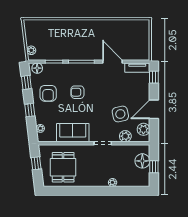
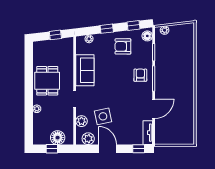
armchair: (77, 92) -> (140, 75), moved
dining table: (63, 167) -> (47, 81), moved, turned 90

